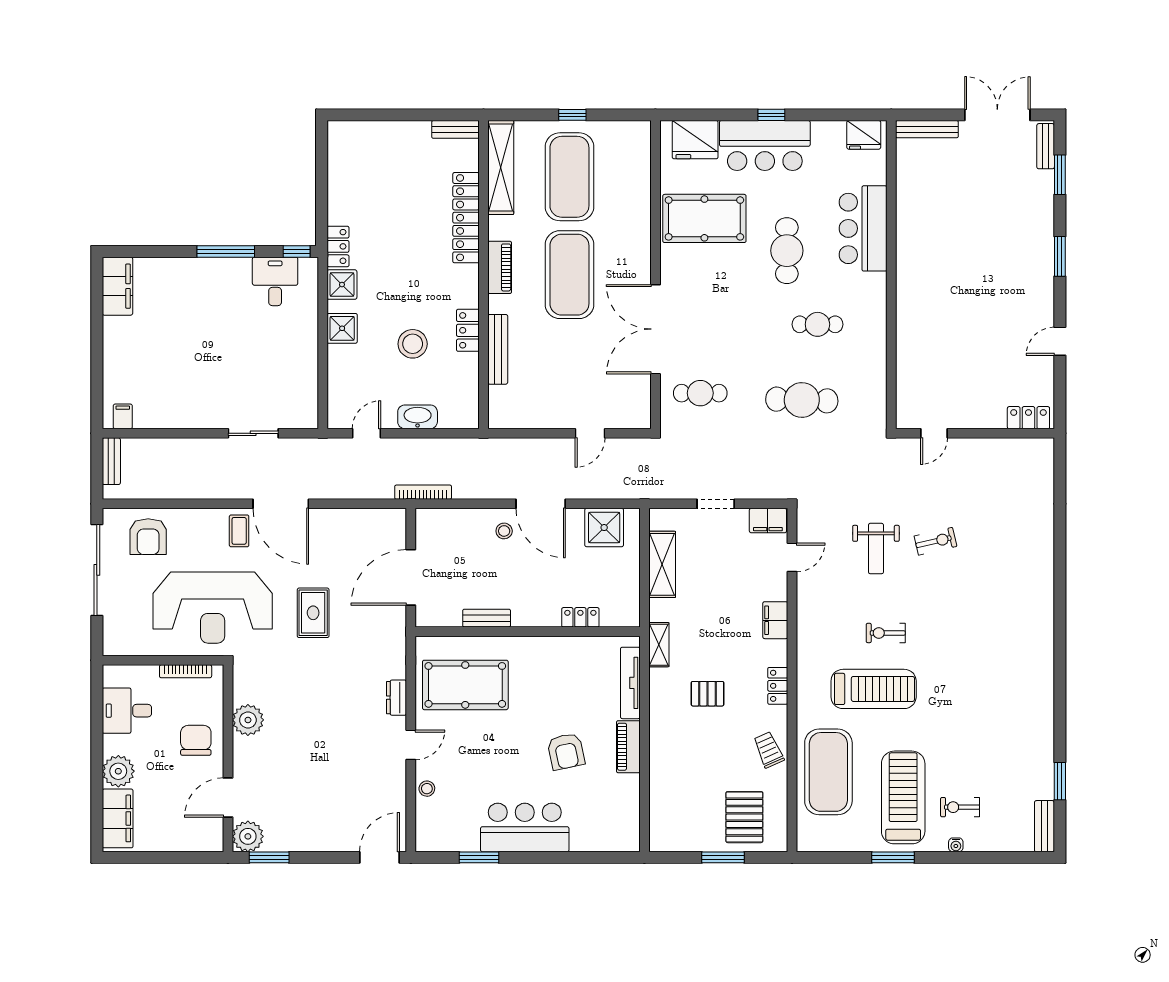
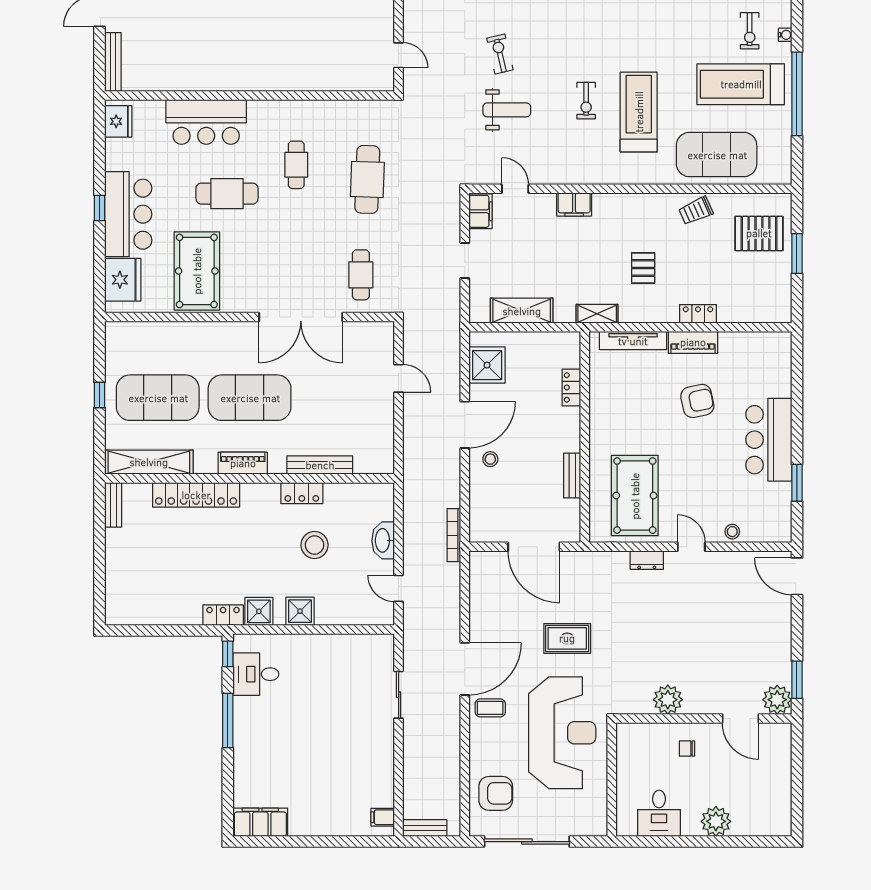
bookcase: (186, 671) -> (622, 758), removed
locker: (778, 686) -> (698, 314), moved, turned 180
chair: (196, 740) -> (687, 749), width x0.54, depth x0.54
filing cabinet: (118, 818) -> (760, 822), removed
window: (893, 857) -> (797, 94), width x2.11

